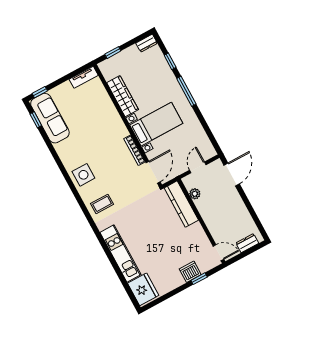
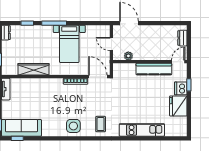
bed with nightstands: (156, 124) -> (69, 44), moved, turned 180
kitchen counter: (181, 204) -> (154, 69), moved
fridge: (143, 289) -> (178, 106), moved, turned -90

